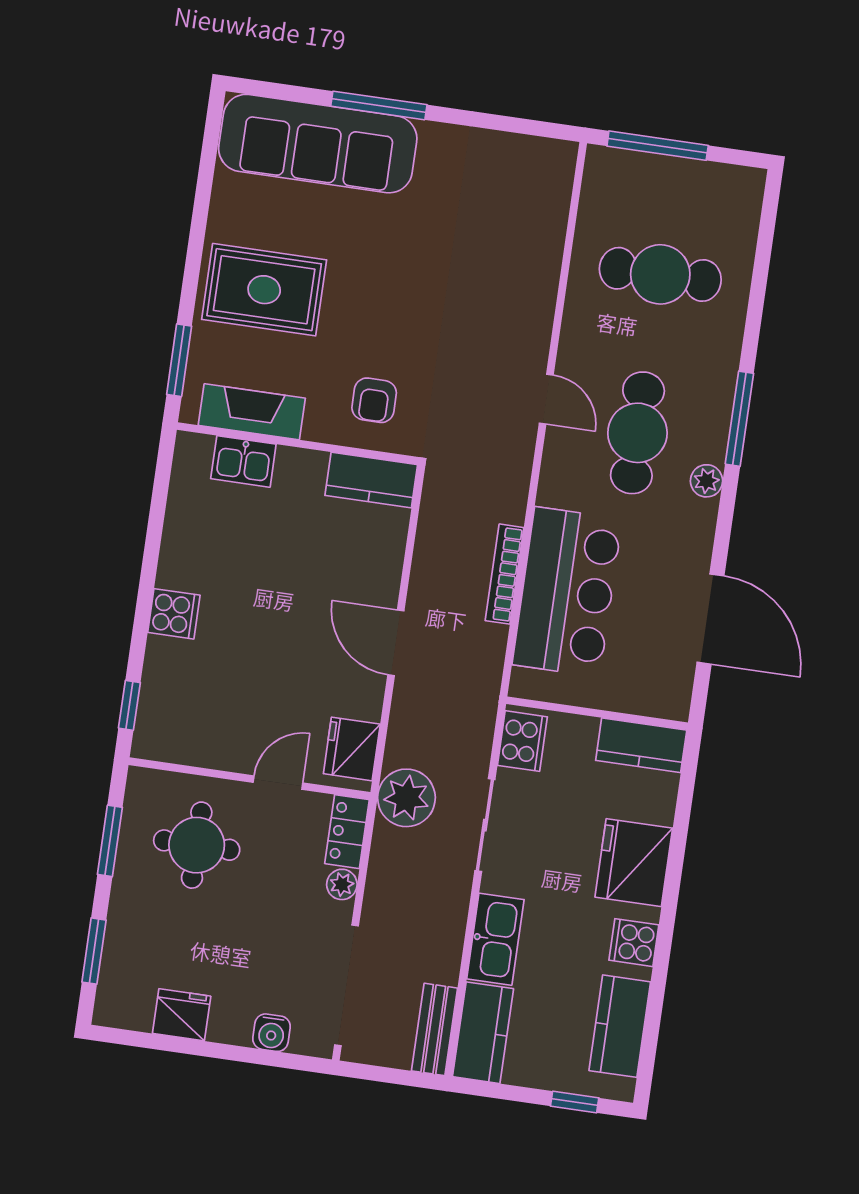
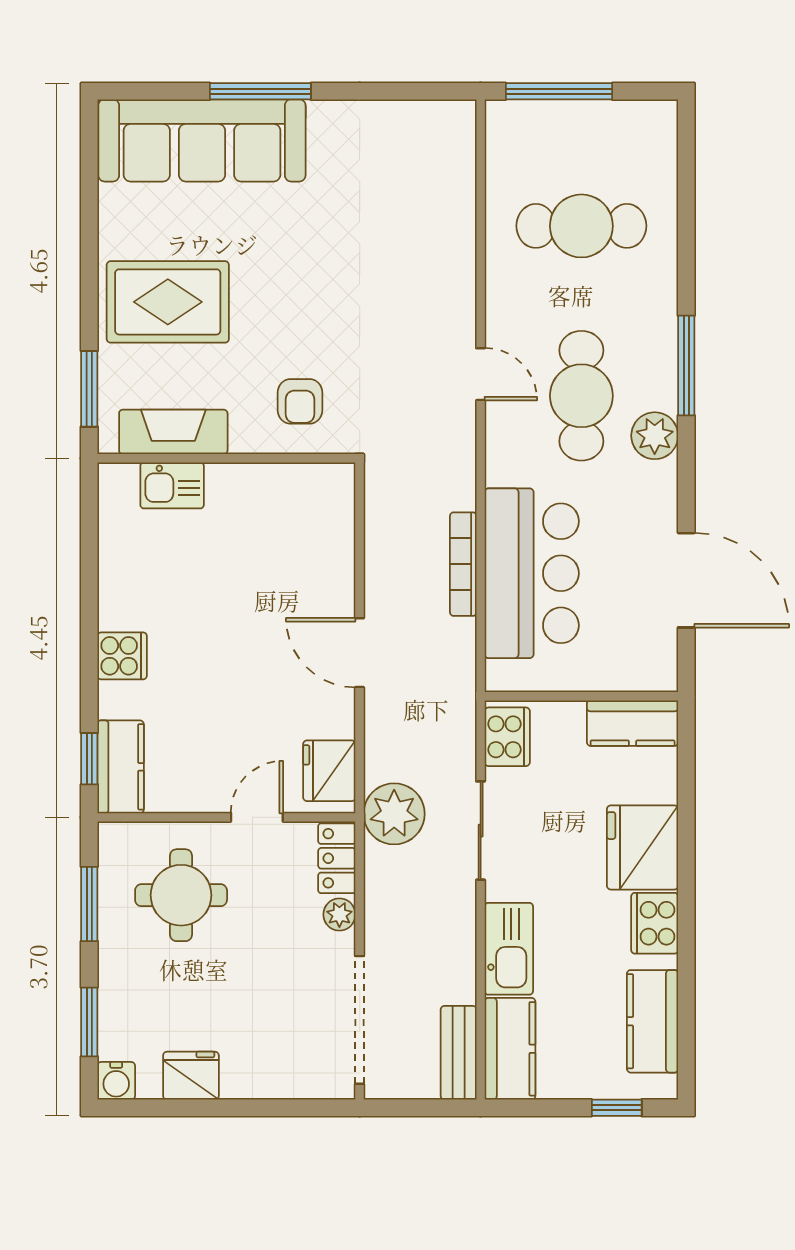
kitchen counter: (371, 480) -> (121, 767), moved, turned -90
plant: (707, 481) -> (655, 436), width x1.38, depth x1.38
cooker: (634, 943) -> (655, 923), width x1.36
water cooler: (272, 1033) -> (116, 1081), moved

